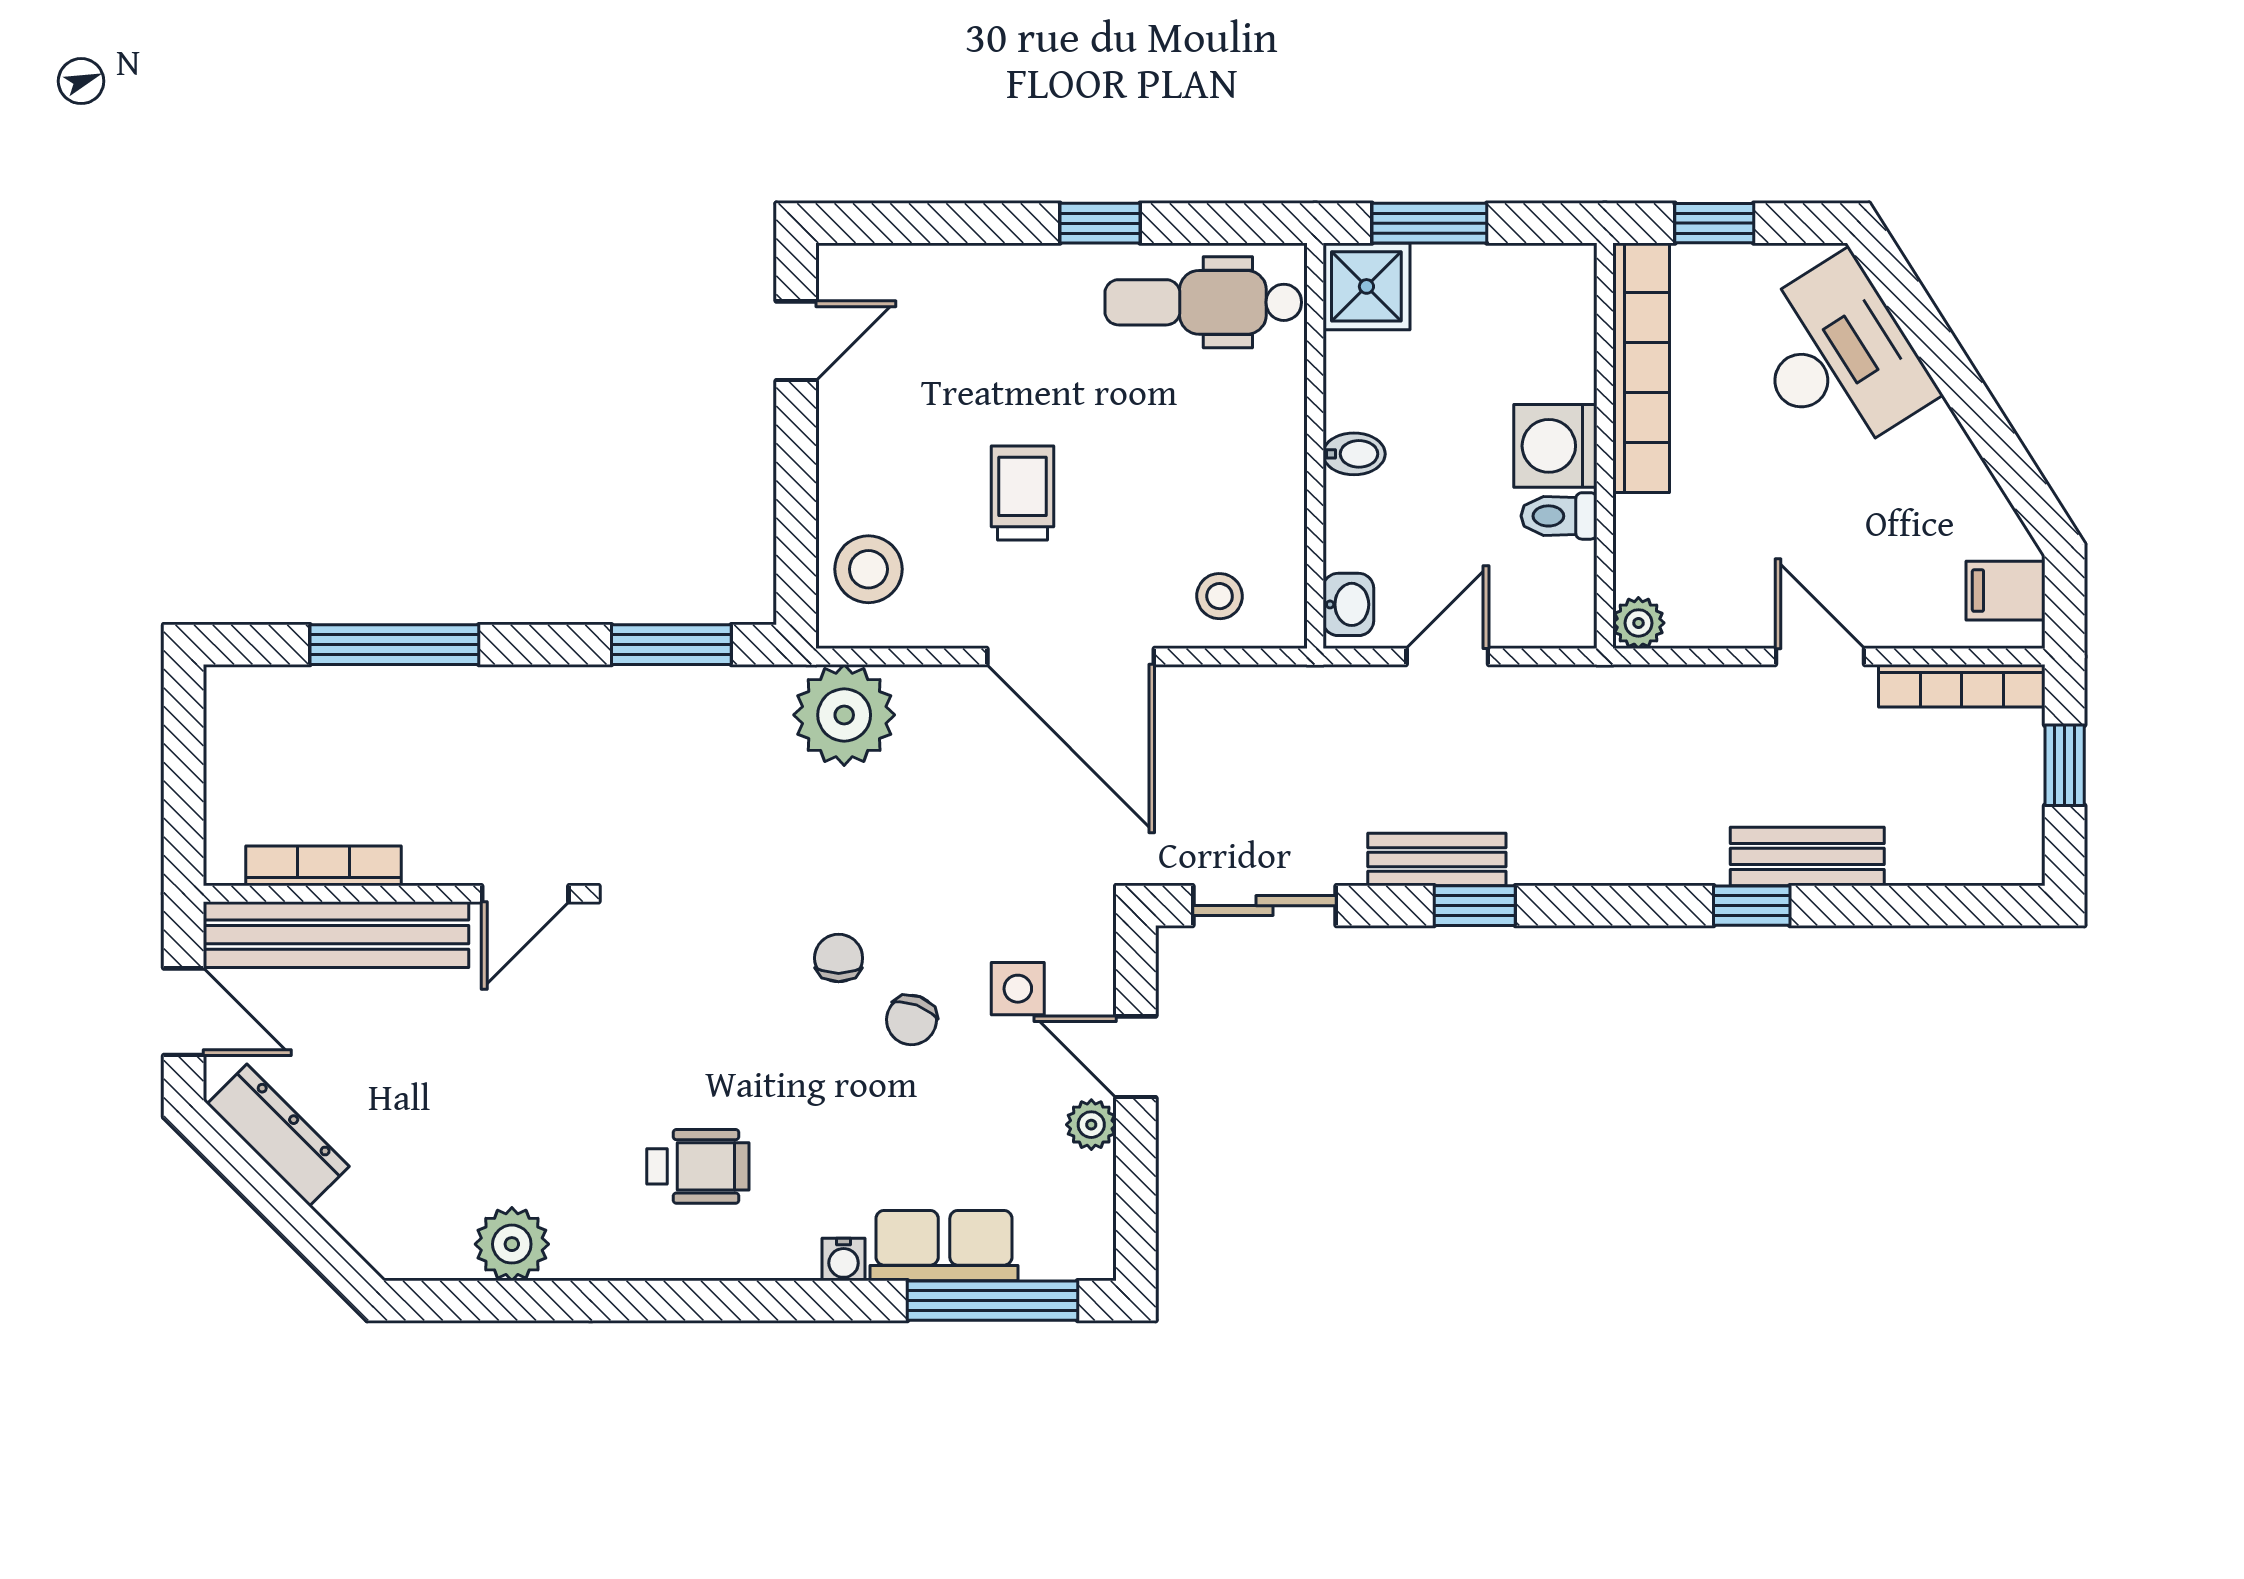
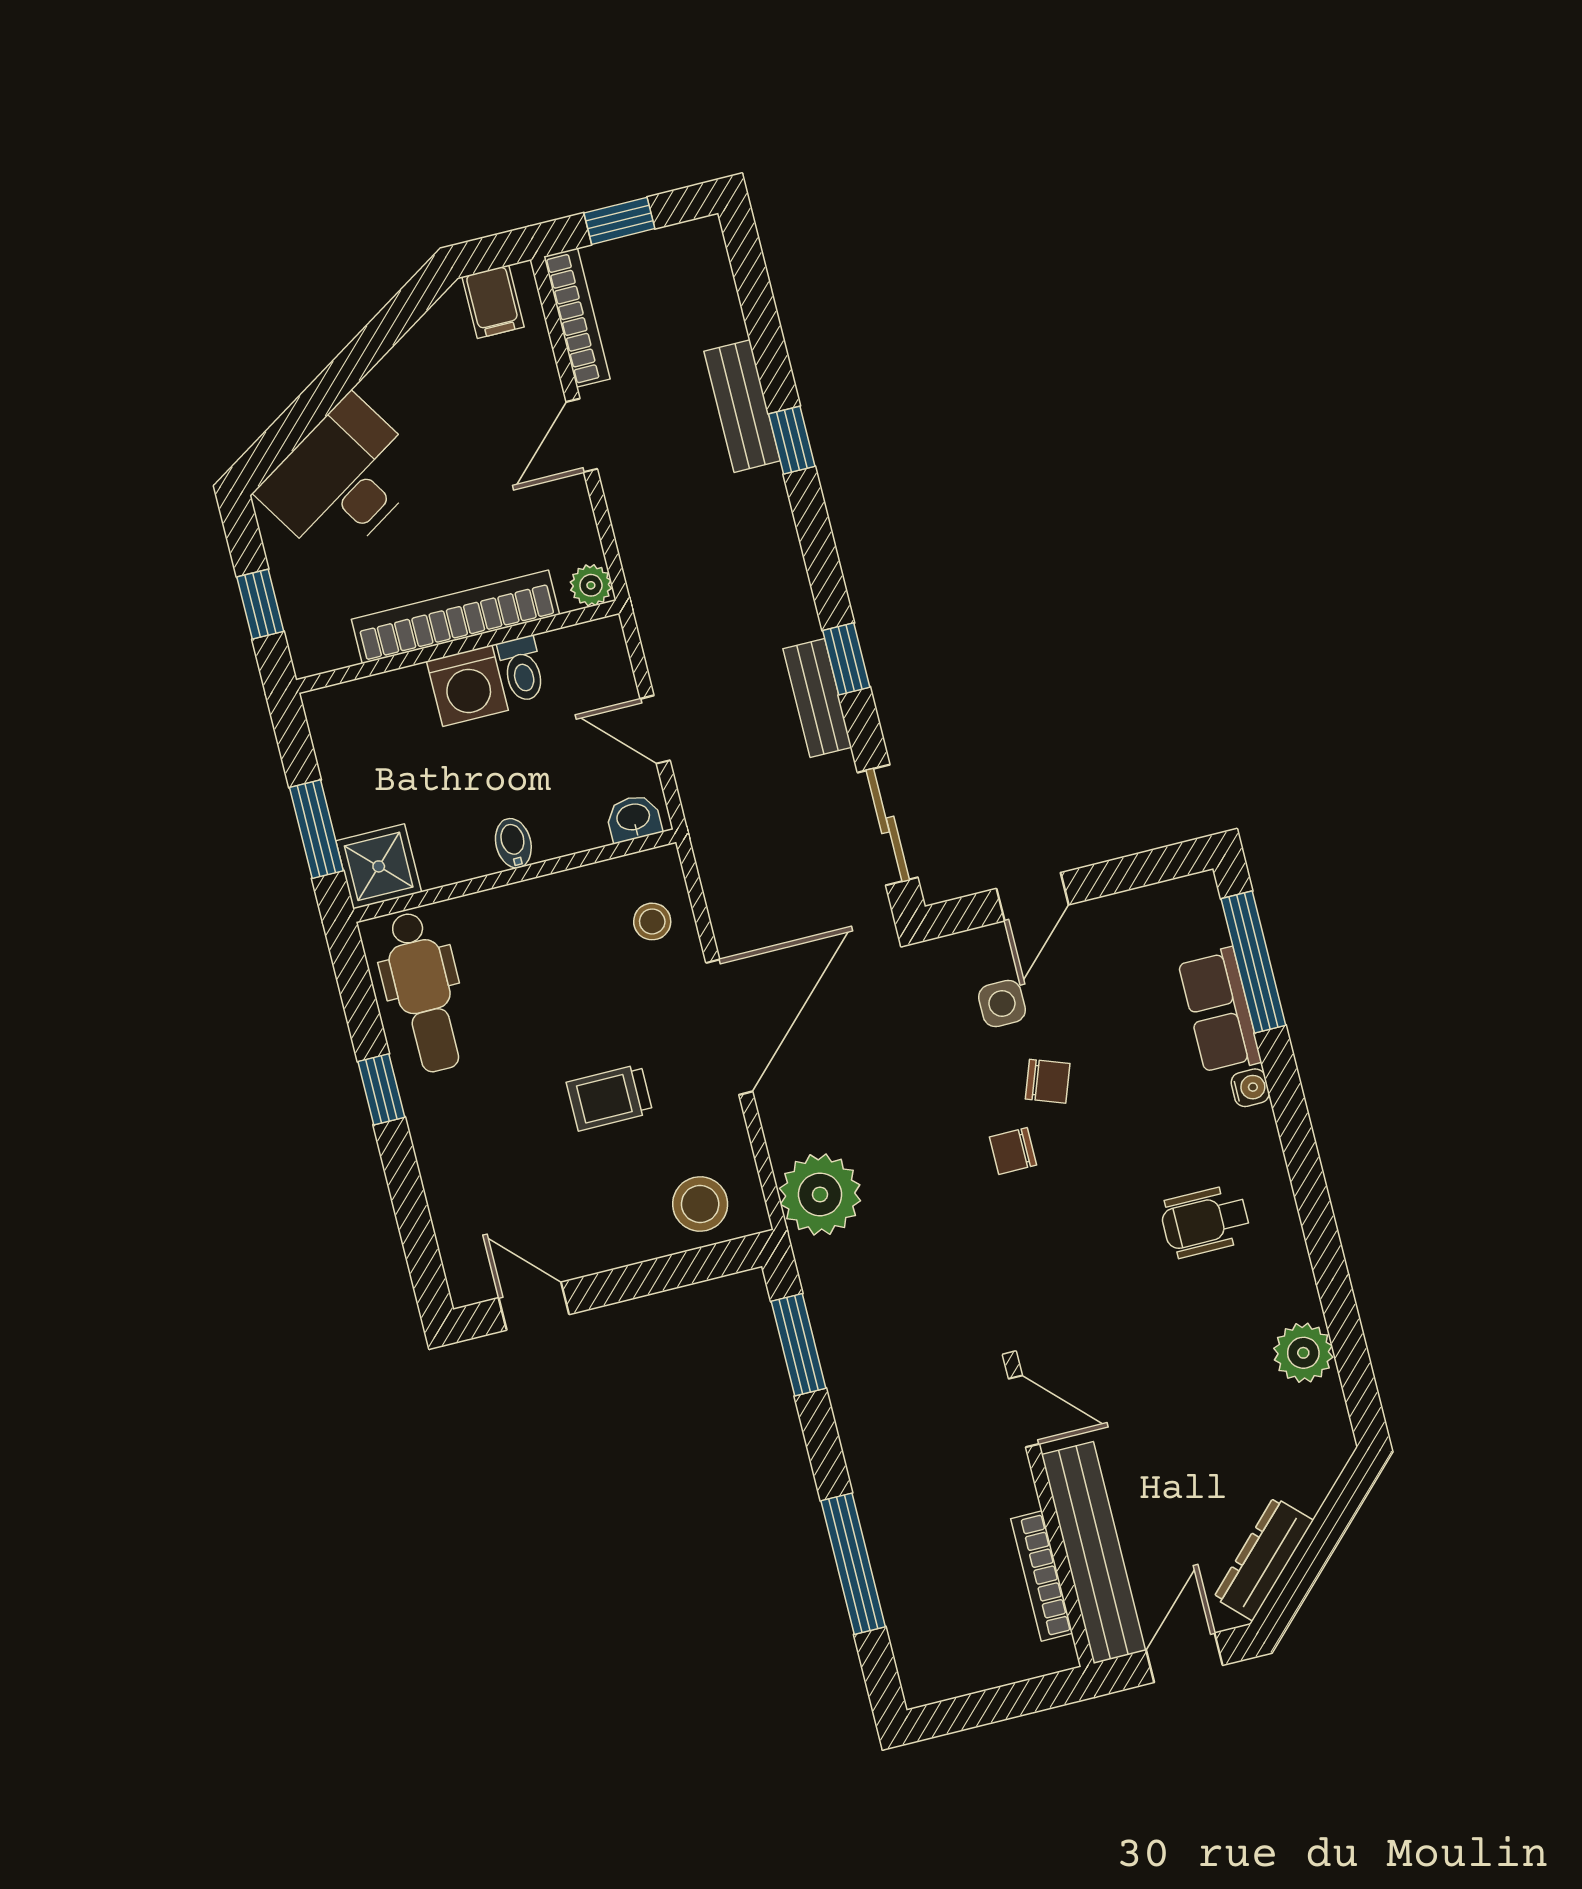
bookcase: (1641, 368) -> (455, 617), moved
plant: (1091, 1125) -> (1095, 919), removed
wheelchair: (698, 1166) -> (1205, 1221), turned -90

